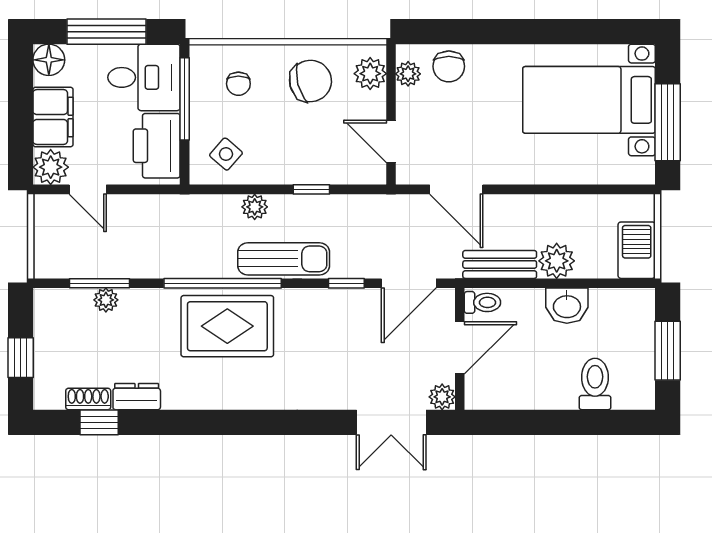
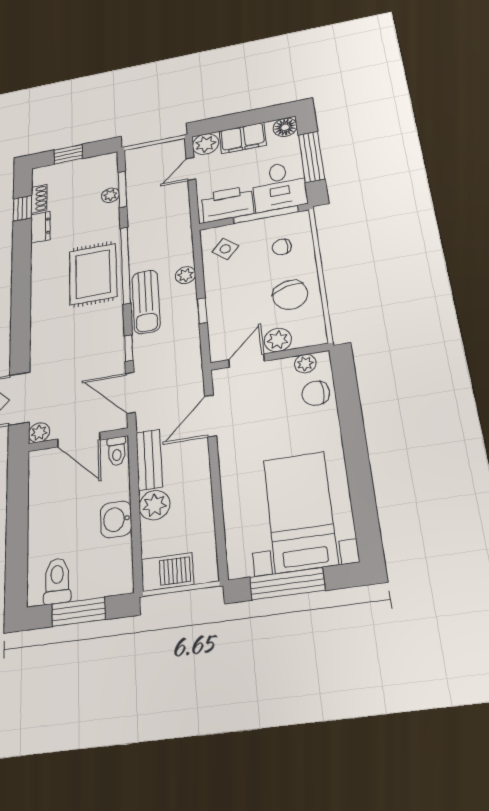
plant: (370, 74) -> (278, 340), moved
toilet: (595, 384) -> (57, 581), moved, turned -90

